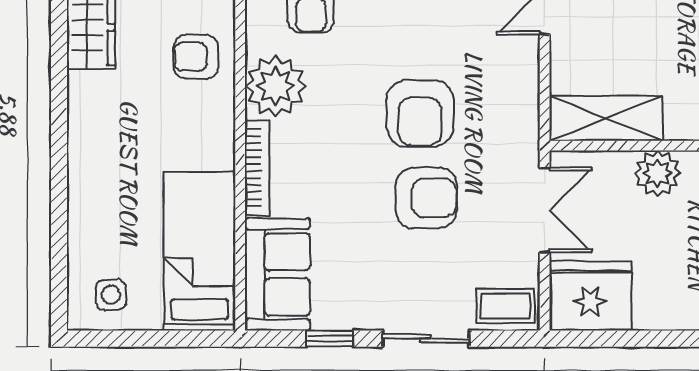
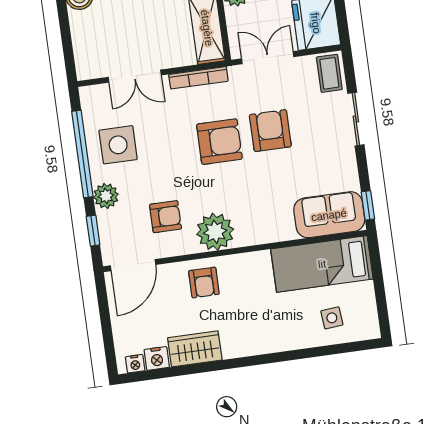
bookcase: (257, 167) -> (198, 78), moved, turned 180
side table: (111, 295) -> (332, 318), moved
window: (330, 339) -> (368, 205), moved

